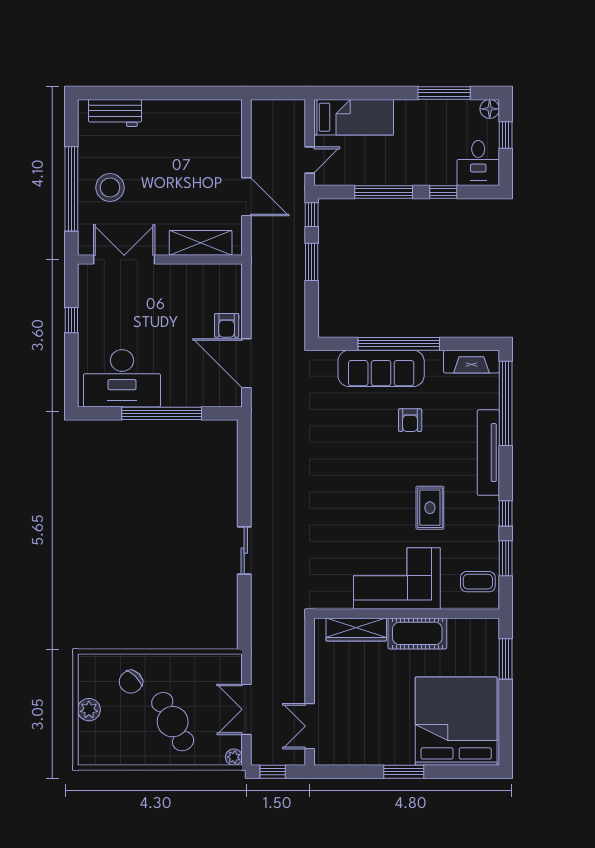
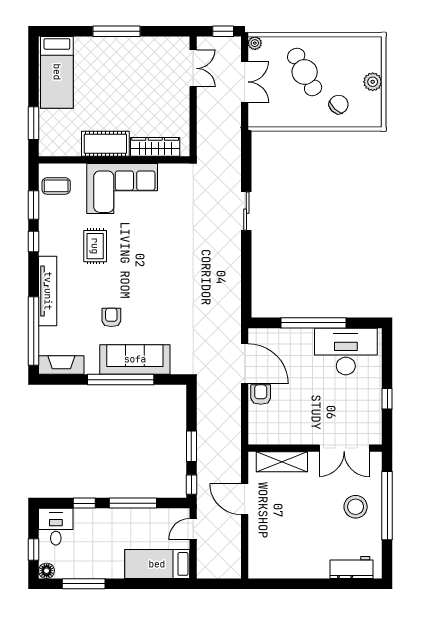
bed: (456, 721) -> (57, 72), width x0.49
window: (404, 772) -> (116, 31), width x1.44

